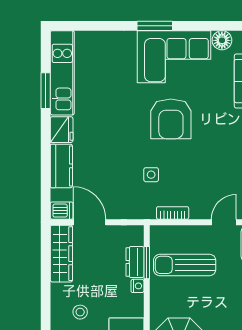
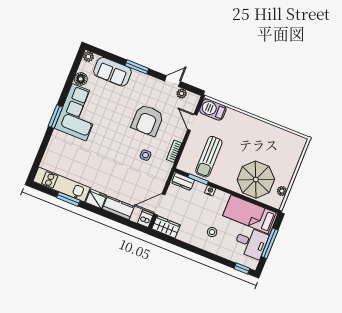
armchair: (171, 119) -> (147, 120), moved, turned 90
wardrobe: (61, 254) -> (166, 227), width x0.67
dresser: (135, 262) -> (183, 182), moved

